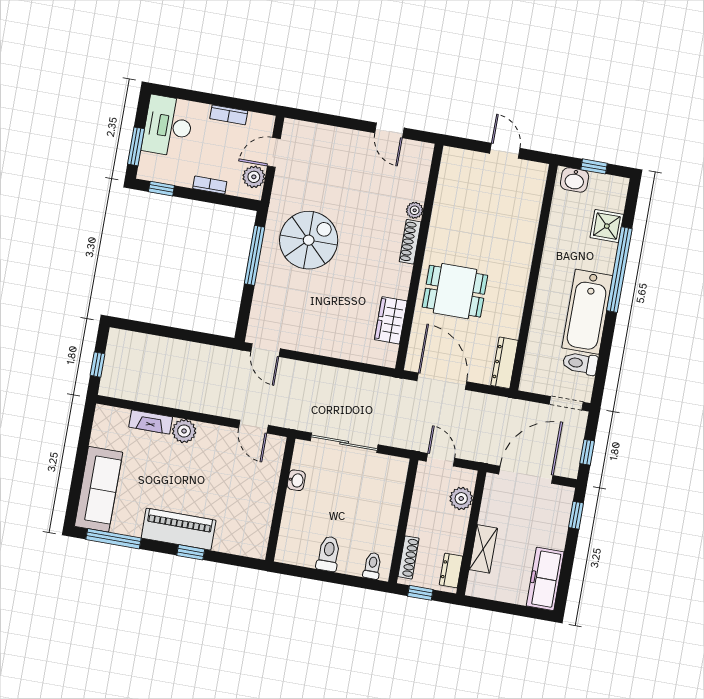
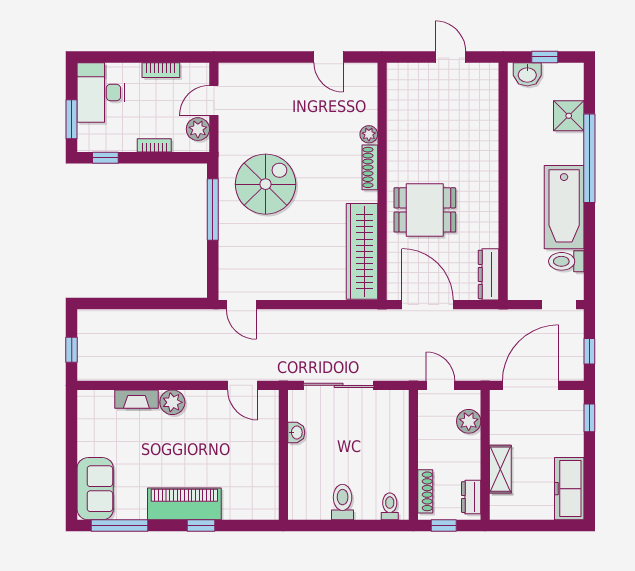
wardrobe: (391, 320) -> (362, 251), width x2.10, depth x1.17
sofa: (99, 489) -> (95, 489), width x0.73

